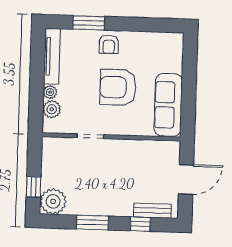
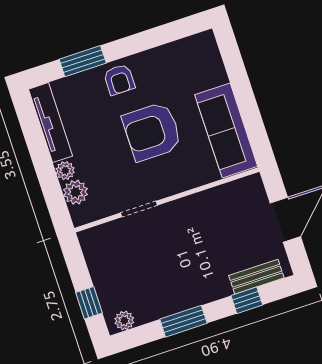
plant: (53, 201) -> (124, 321), width x0.53, depth x0.53

